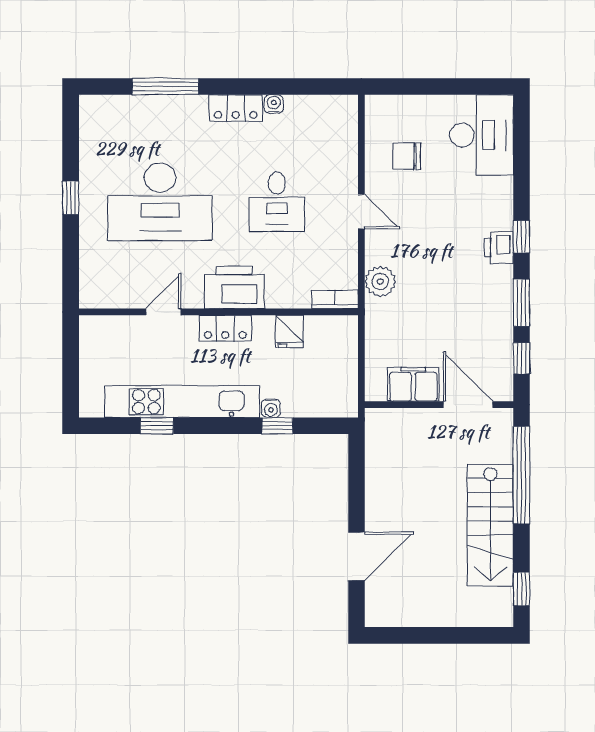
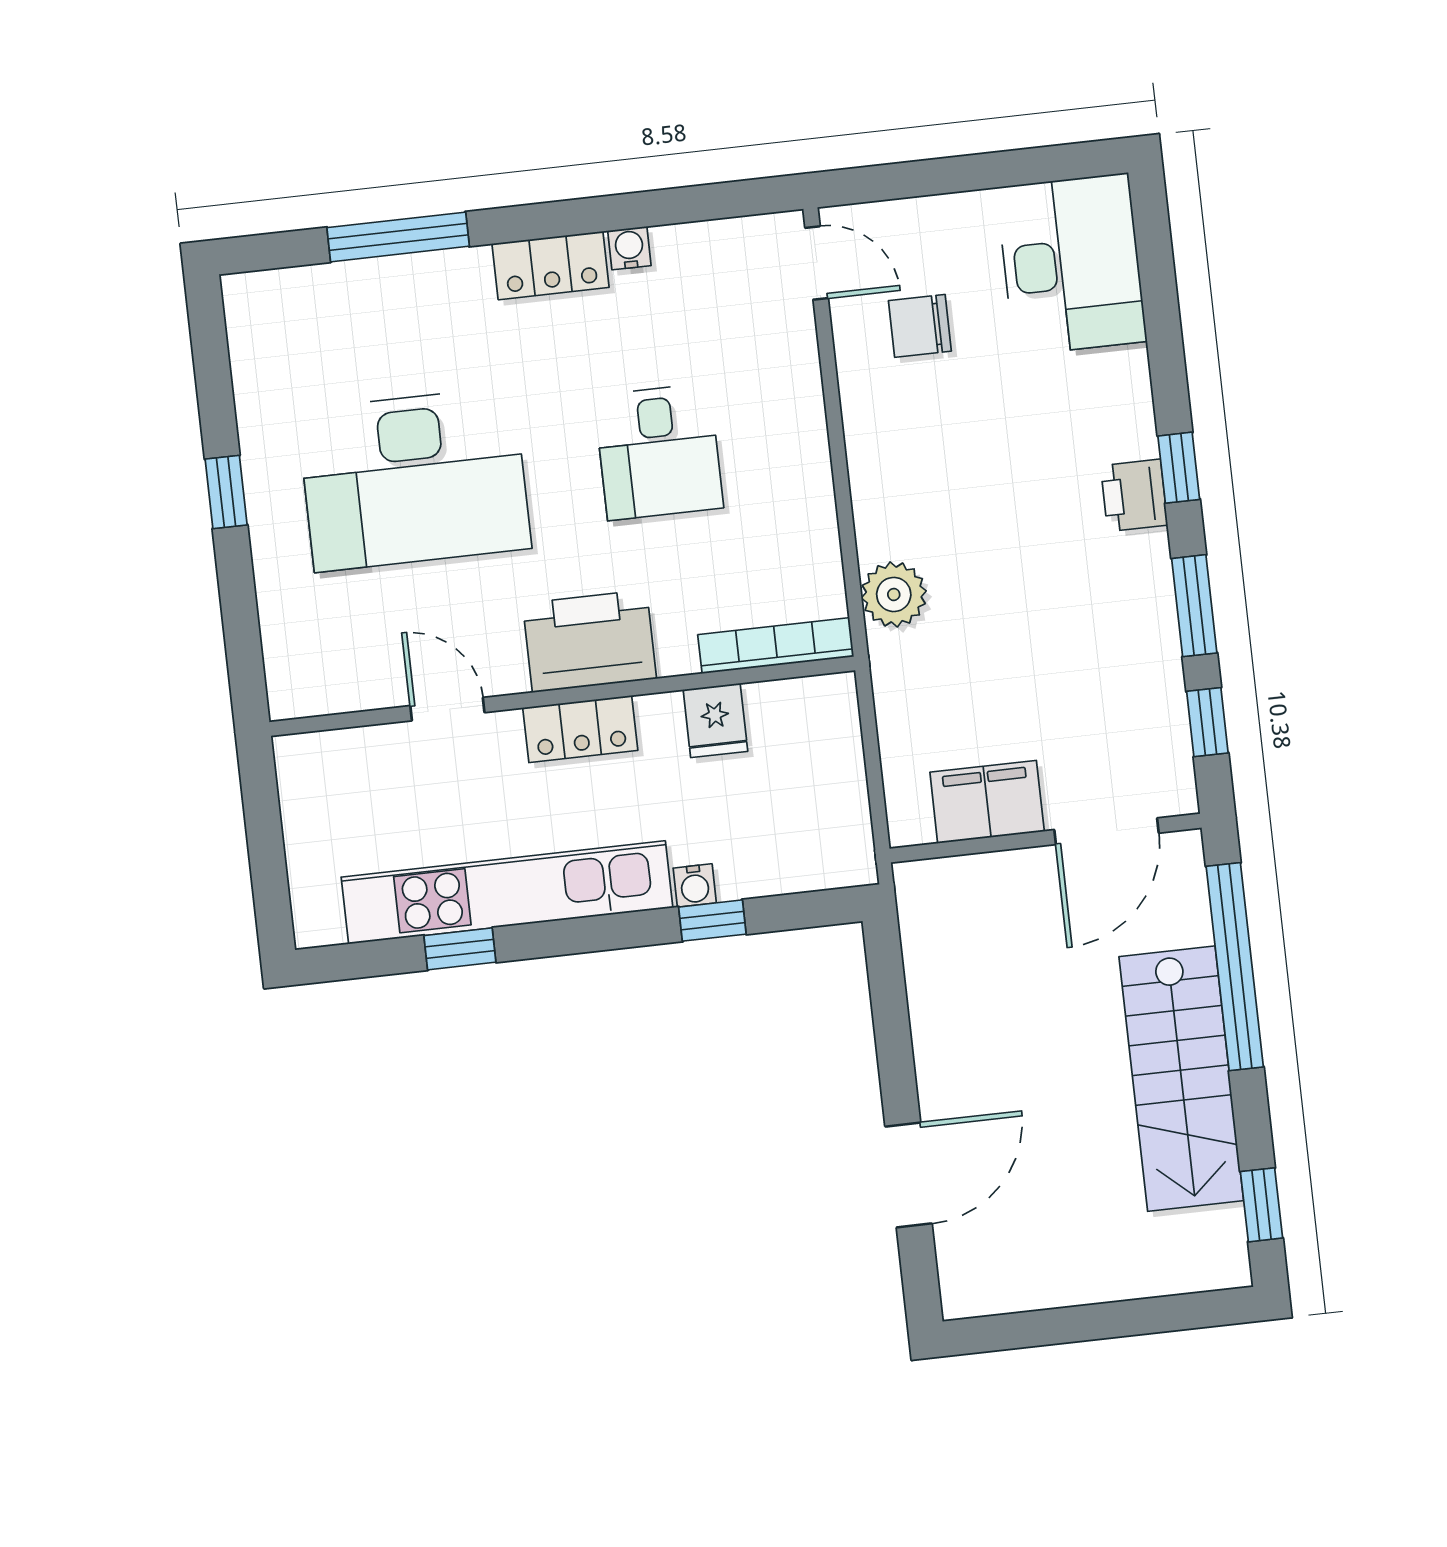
door: (361, 211) -> (817, 263), moved
bookcase: (335, 299) -> (776, 646), width x1.56
door: (164, 312) -> (447, 709), hinge flipped
door: (468, 405) -> (1106, 831), swing flipped

